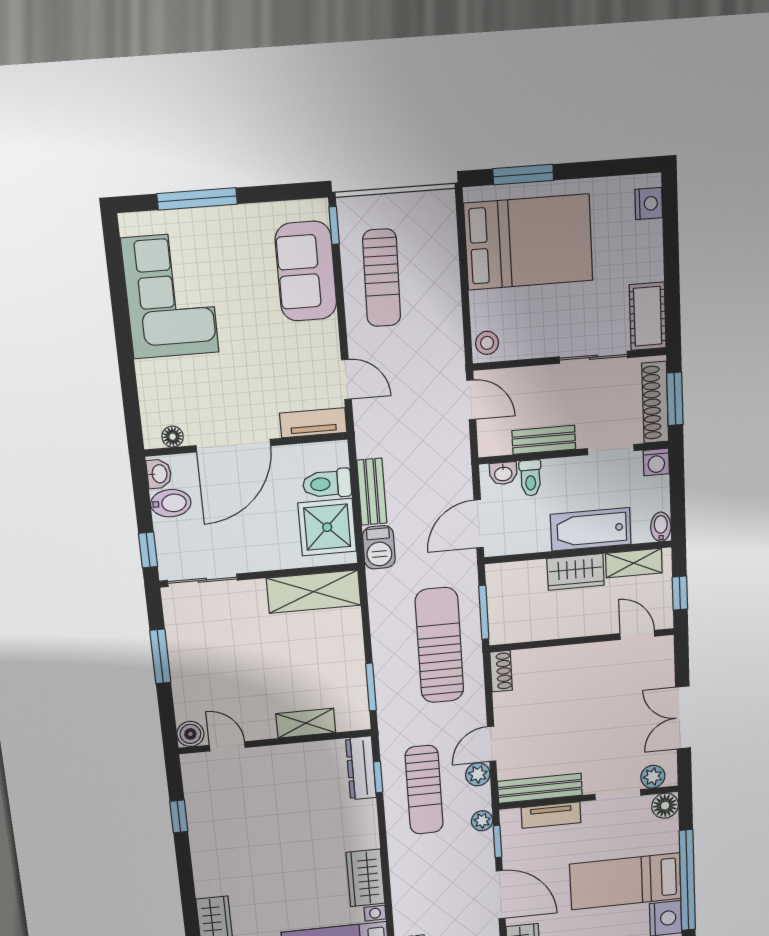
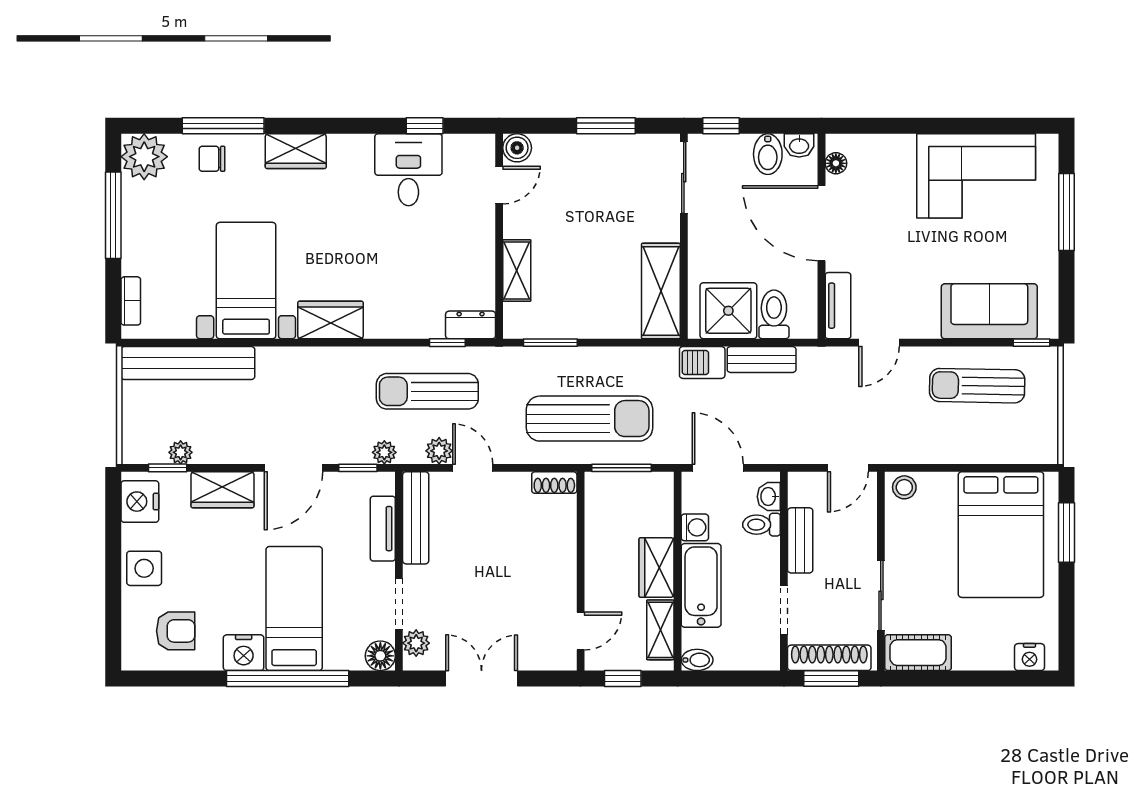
washing machine: (656, 462) -> (695, 527), moved, turned 180
dresser: (361, 768) -> (471, 325), width x0.70
desk: (221, 826) -> (408, 170), added

